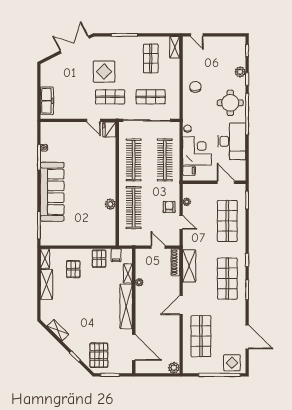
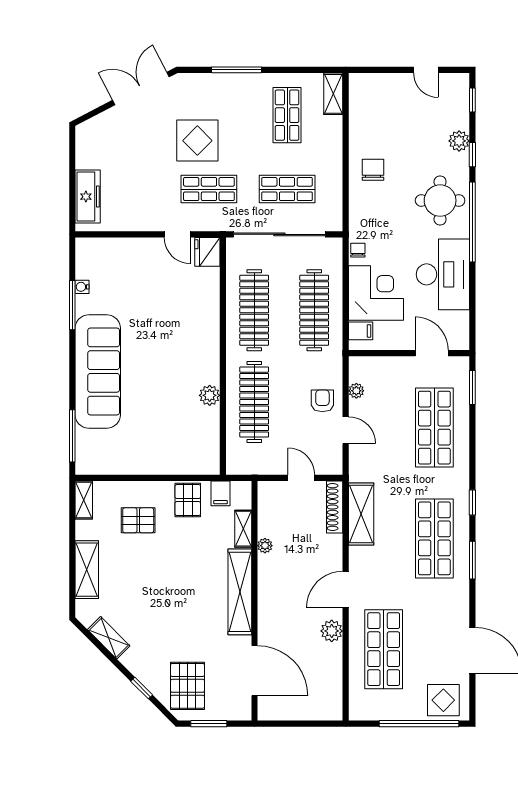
door: (197, 35) -> (426, 70), moved
pallet: (73, 269) -> (138, 520), turned 90
shelving: (47, 284) -> (87, 570), moved
plant: (174, 368) -> (332, 631), moved

